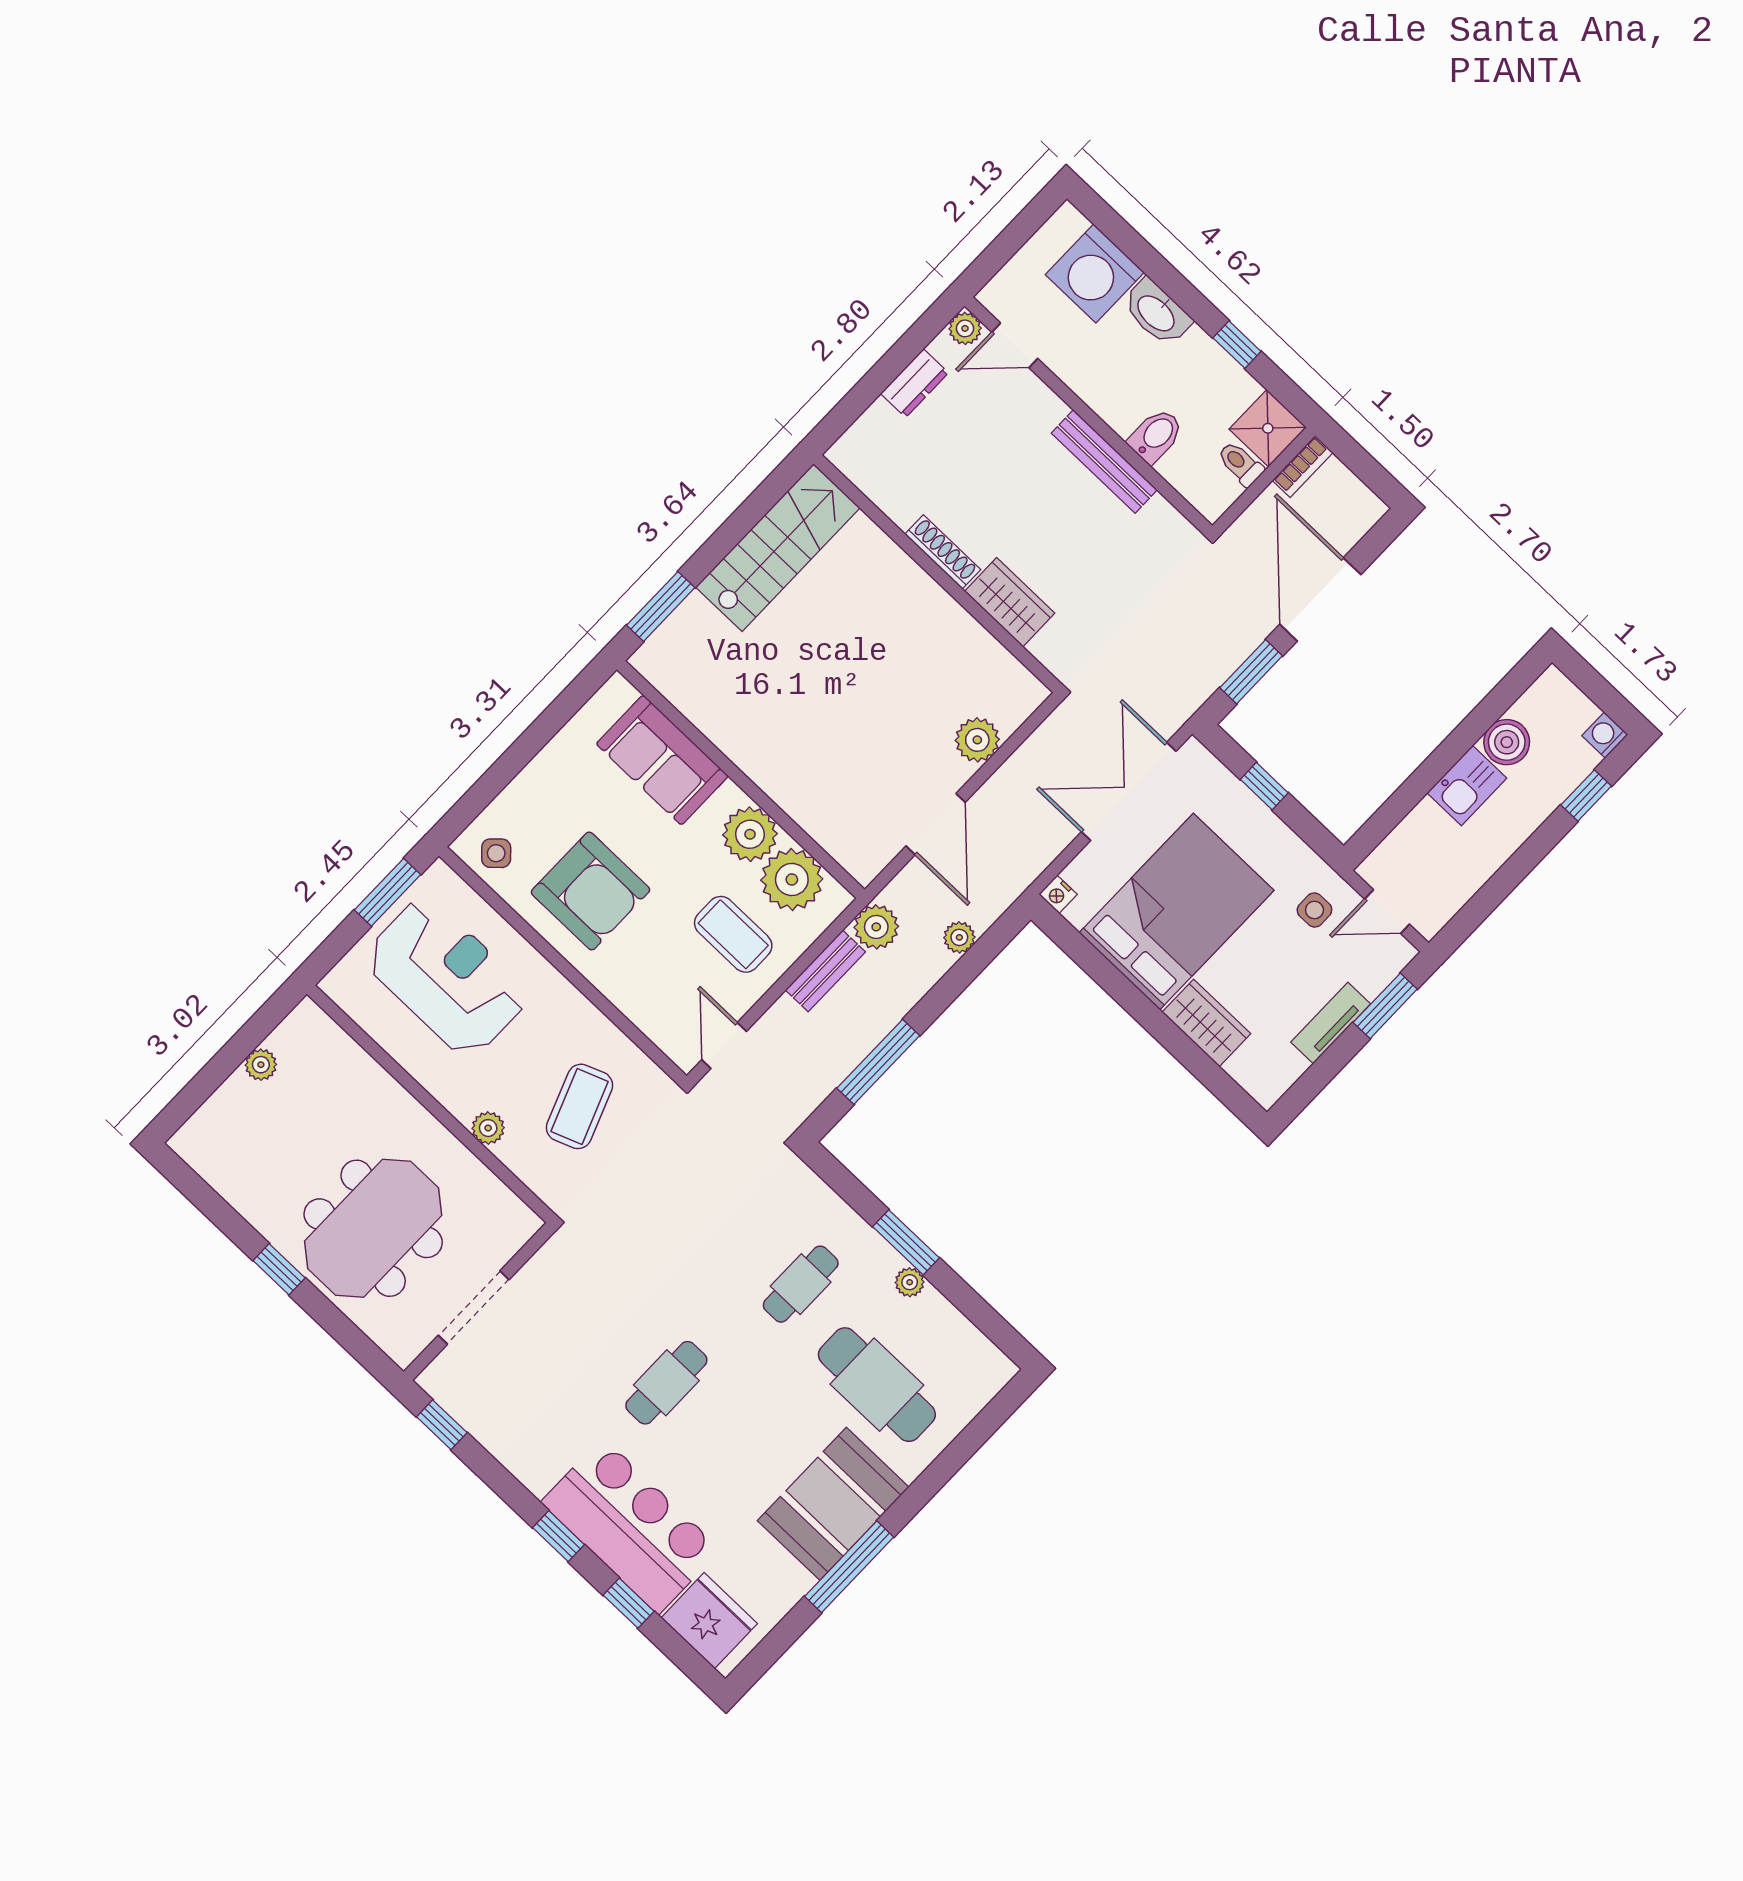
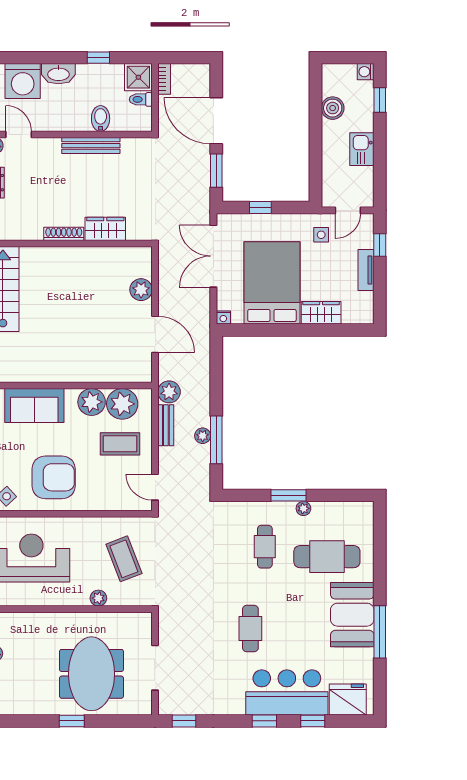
door: (1015, 345) -> (19, 134), swing flipped
kitchen sink: (1467, 785) -> (362, 149), moved, turned 180
plant: (959, 937) -> (203, 436), moved
window: (1385, 1006) -> (380, 245), width x0.67

